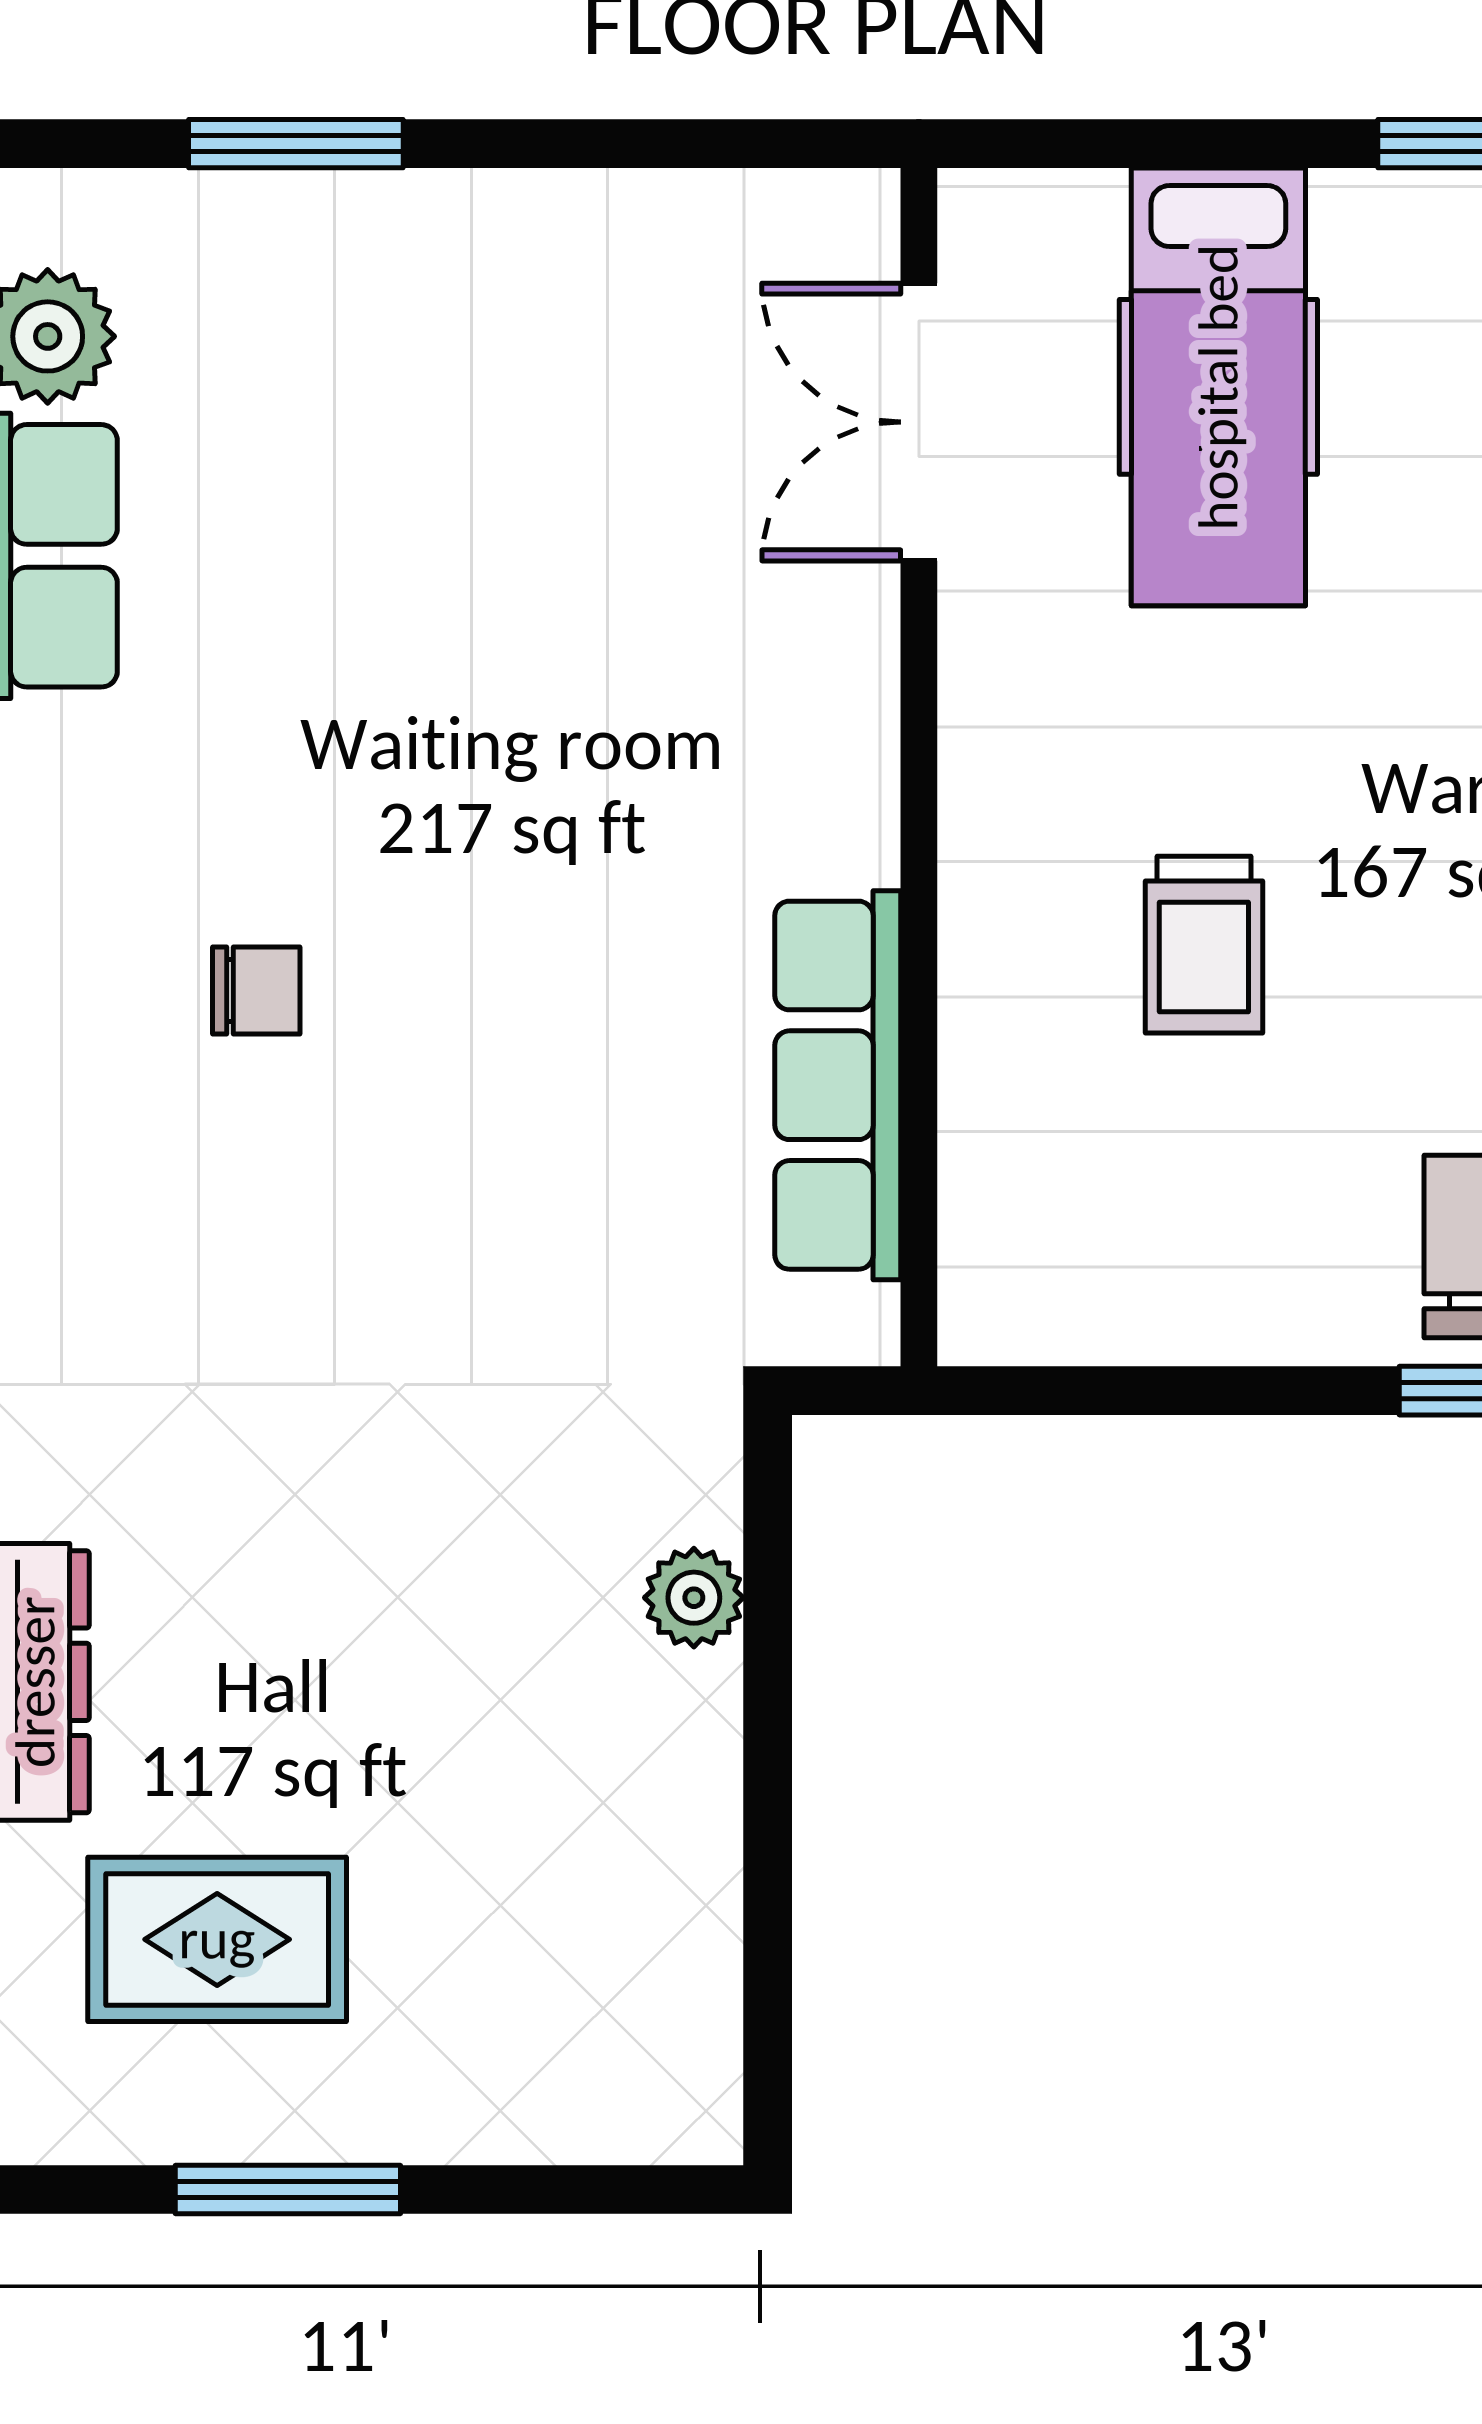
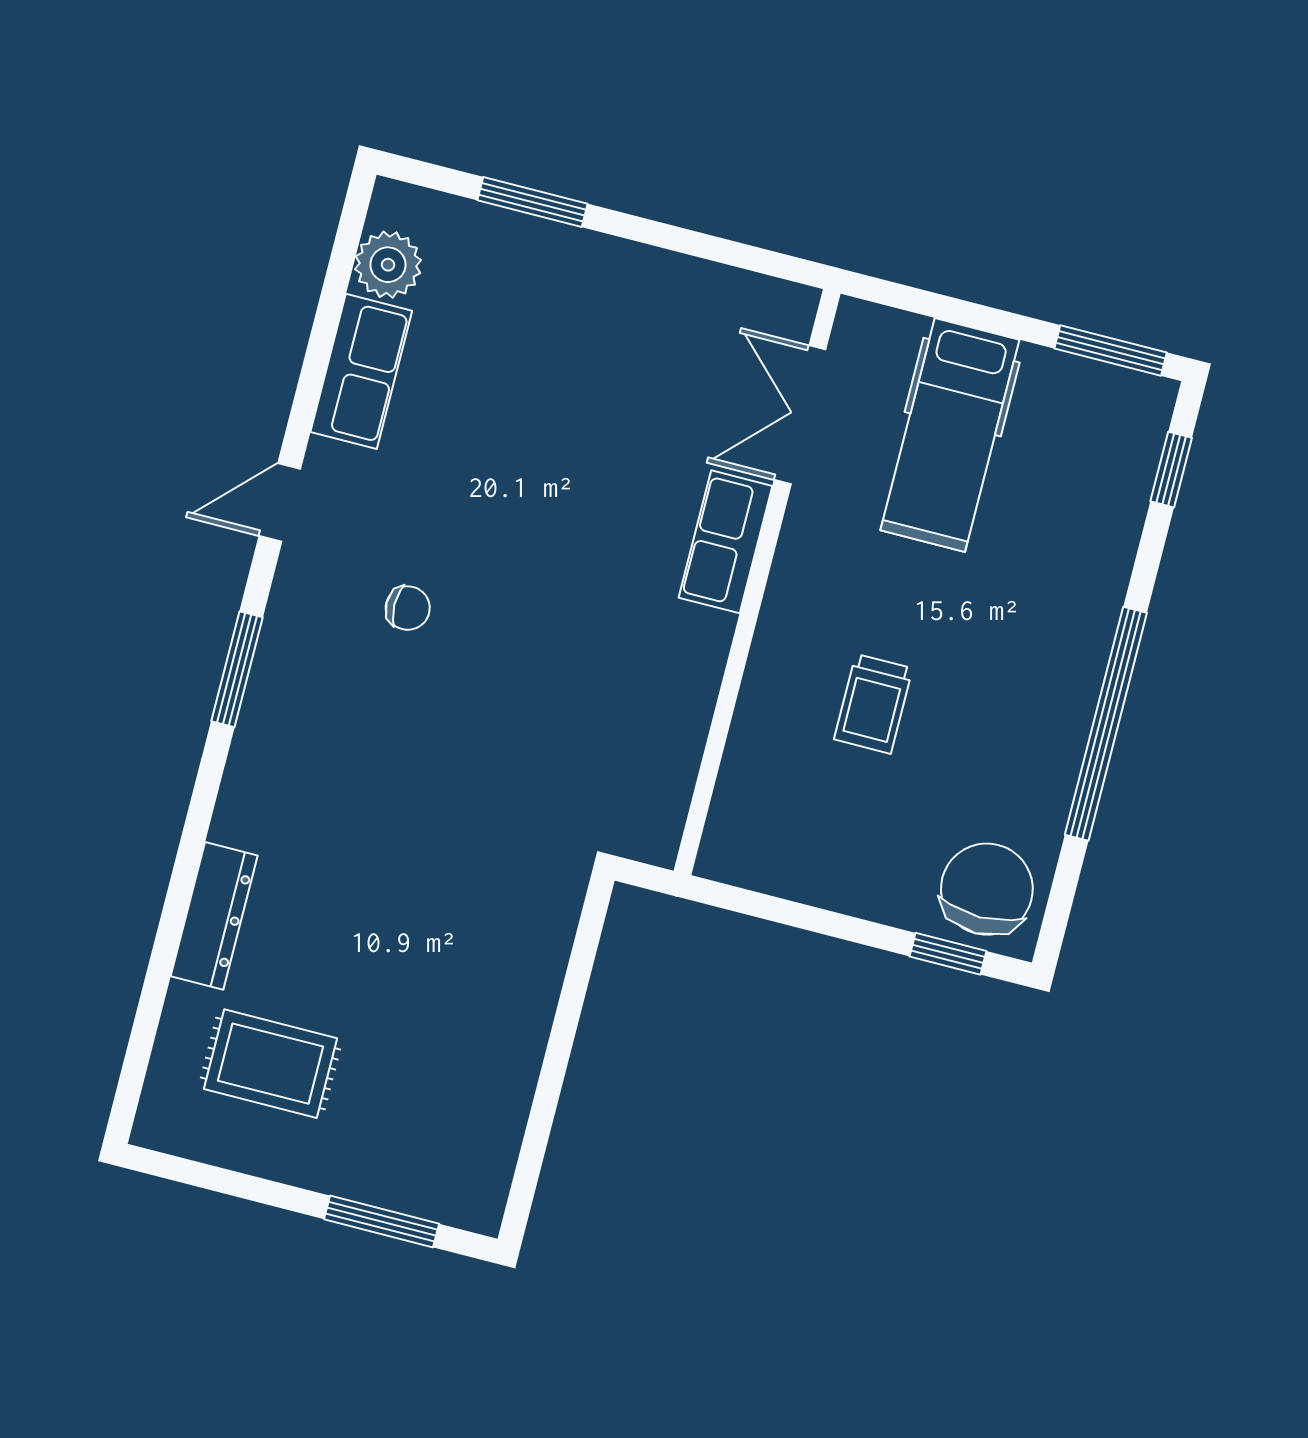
row of seats: (838, 1085) -> (726, 542), moved, width x0.68
plant: (694, 1598) -> (544, 957), removed
window: (288, 2190) -> (382, 1221), moved

